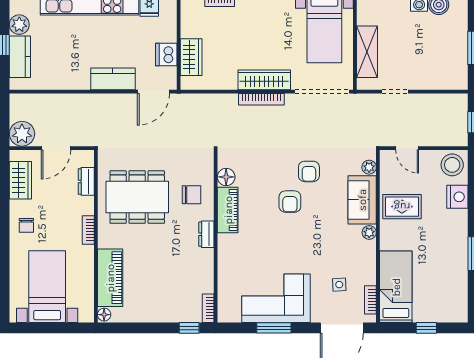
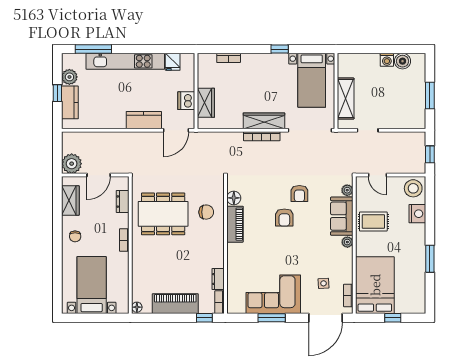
dresser: (206, 234) -> (218, 279), moved
piano: (110, 278) -> (175, 304), moved, turned -90
bed: (396, 287) -> (375, 285), width x1.50

